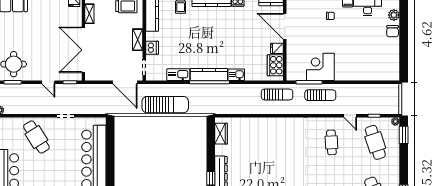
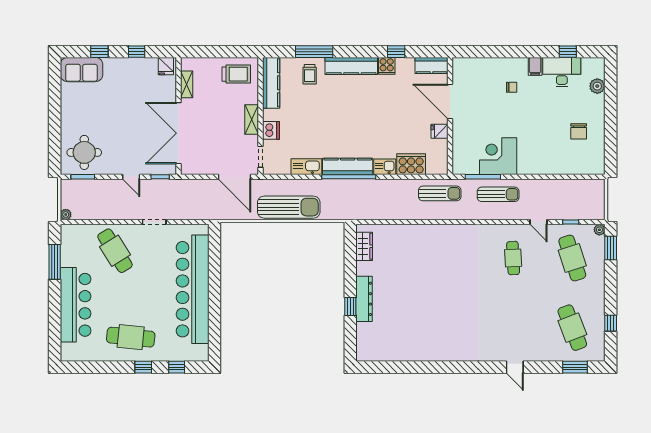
chair: (393, 31) -> (579, 131), moved
cooker: (275, 65) -> (411, 164), moved, turned 90

